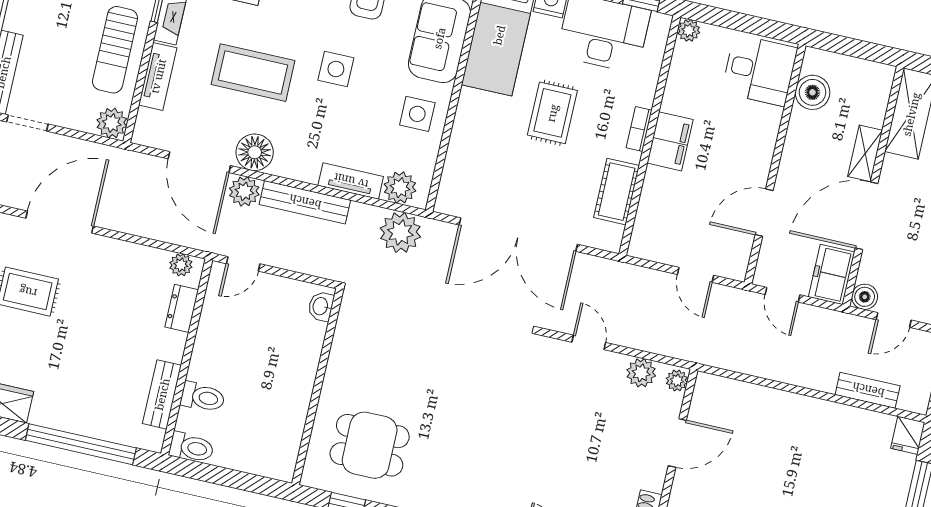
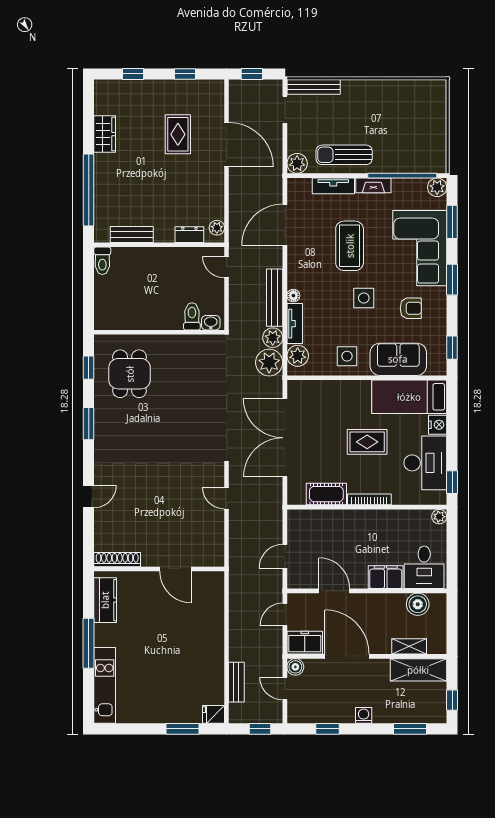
bookcase: (639, 129) -> (369, 499), width x1.56
filing cabinet: (670, 141) -> (386, 577), moved, turned 180
floor lamp: (255, 152) -> (293, 296), moved, width x0.53, depth x0.53
shelving: (865, 153) -> (409, 646), moved
plant: (244, 191) -> (273, 338), moved
door: (589, 342) -> (227, 498), swing flipped
plant: (641, 373) -> (215, 536), removed
plant: (677, 380) -> (215, 560), removed
toilet: (203, 397) -> (192, 316), moved, turned 180

